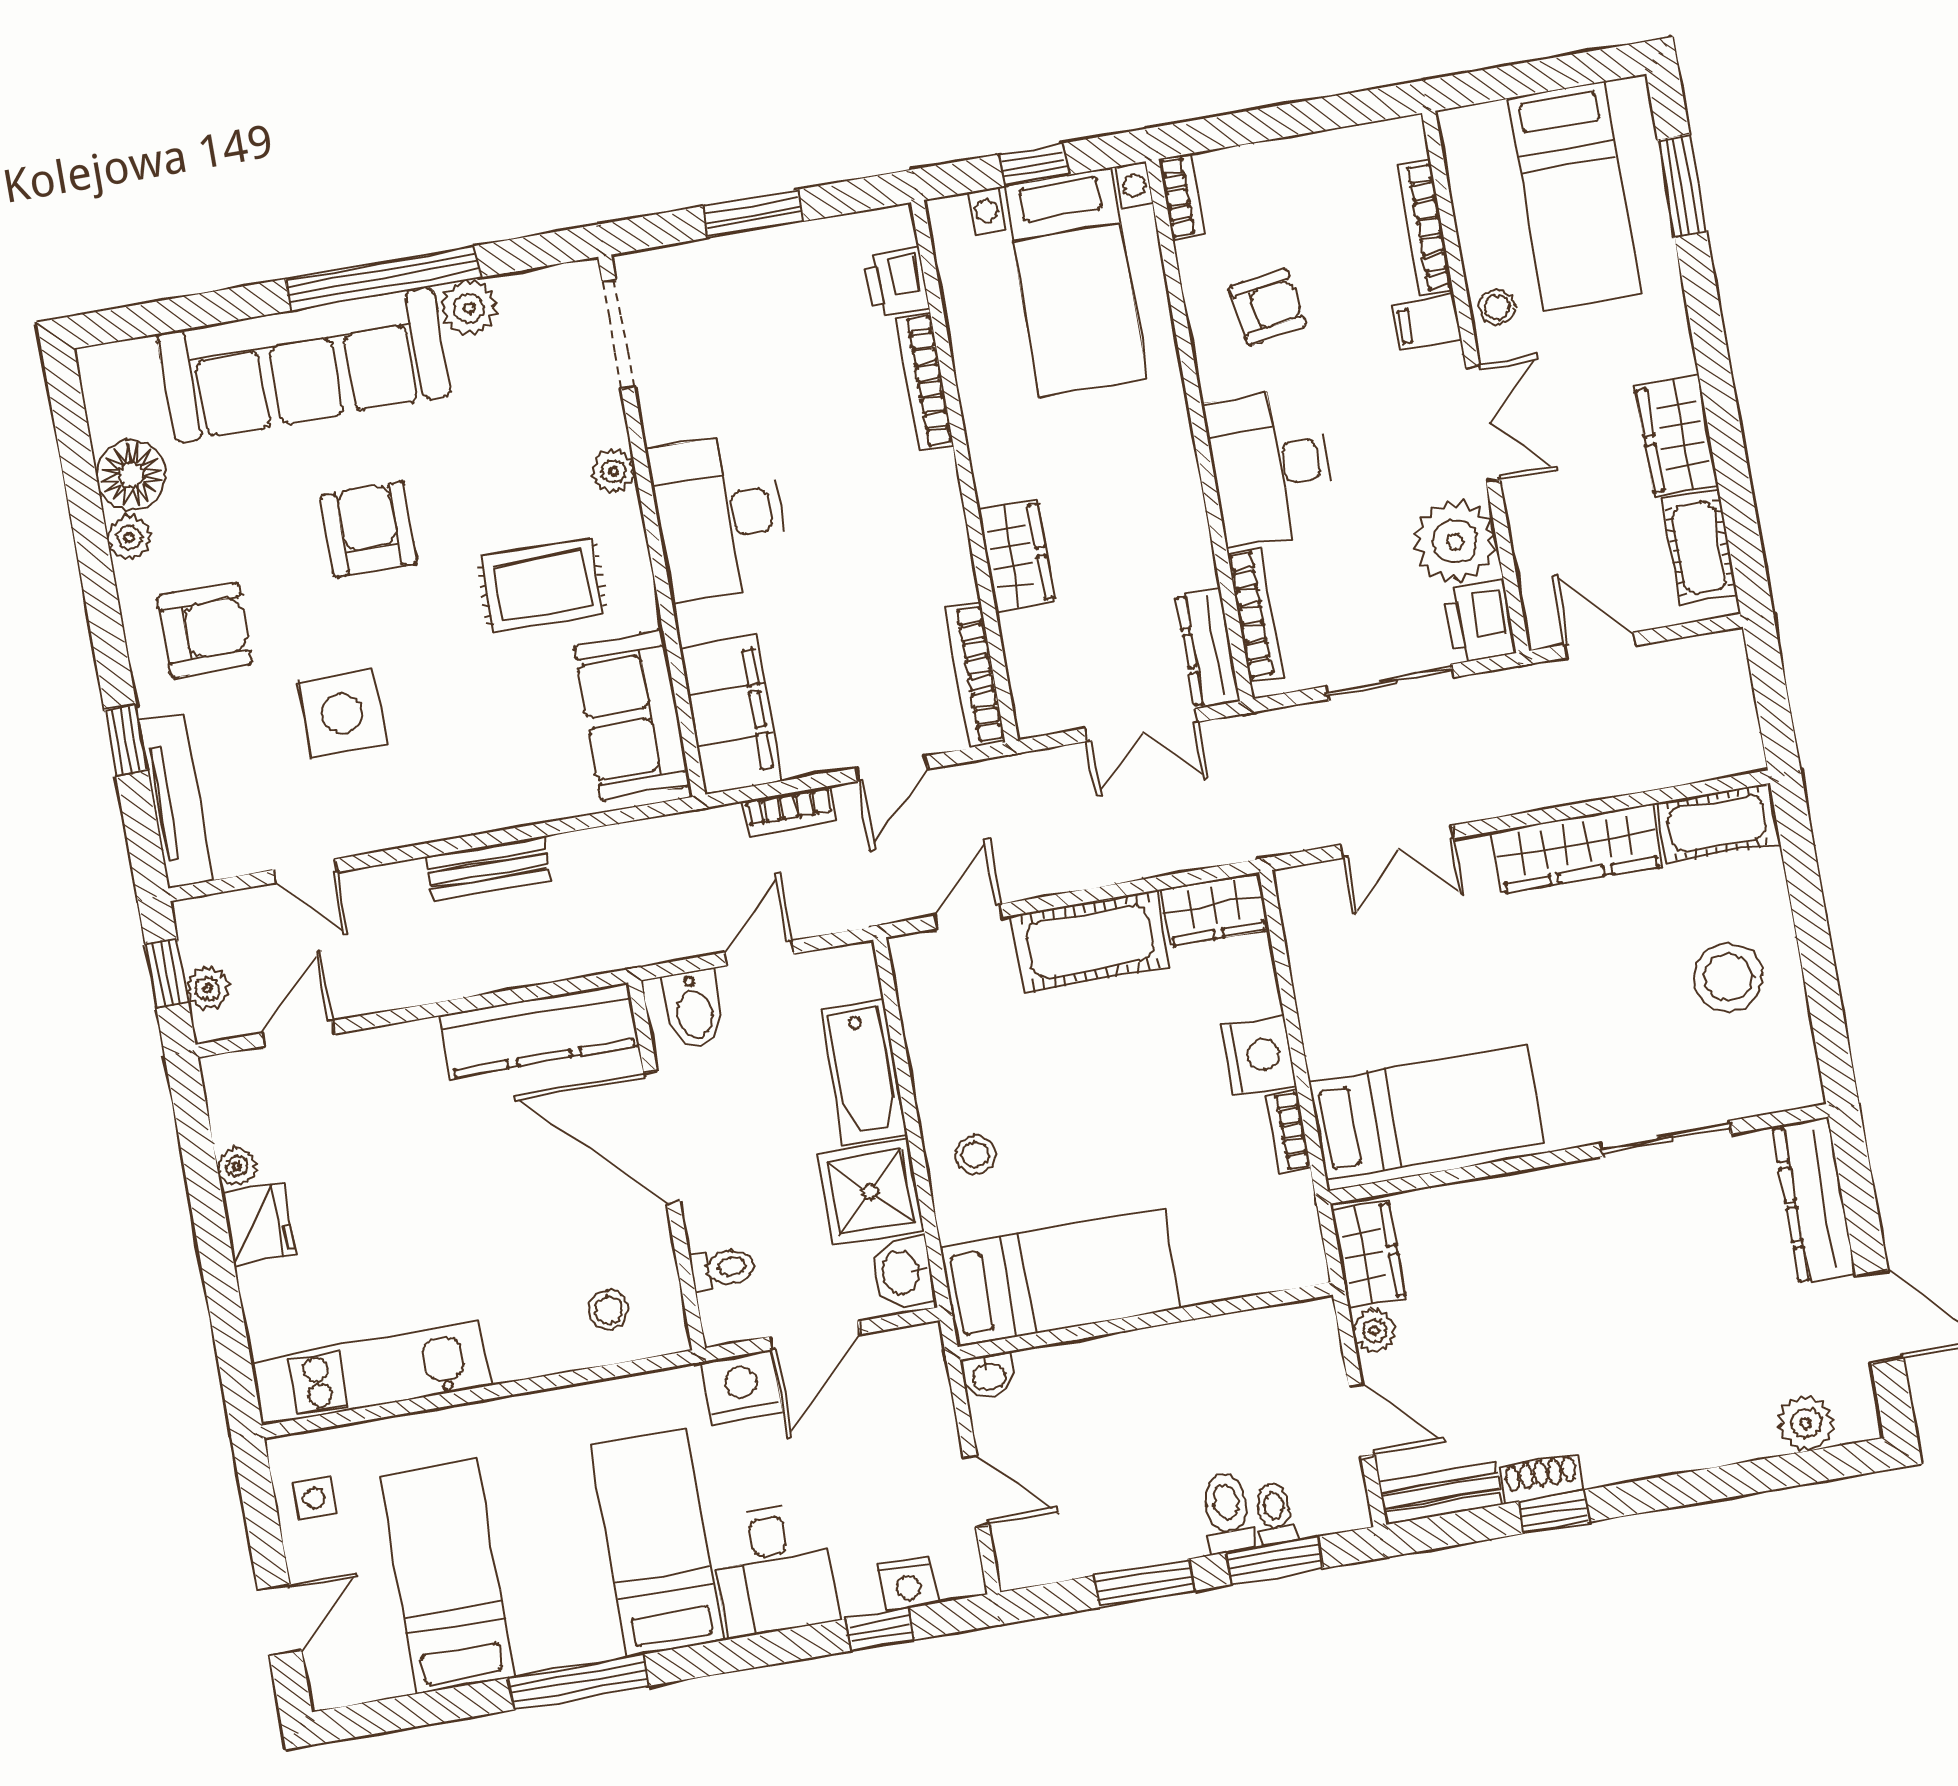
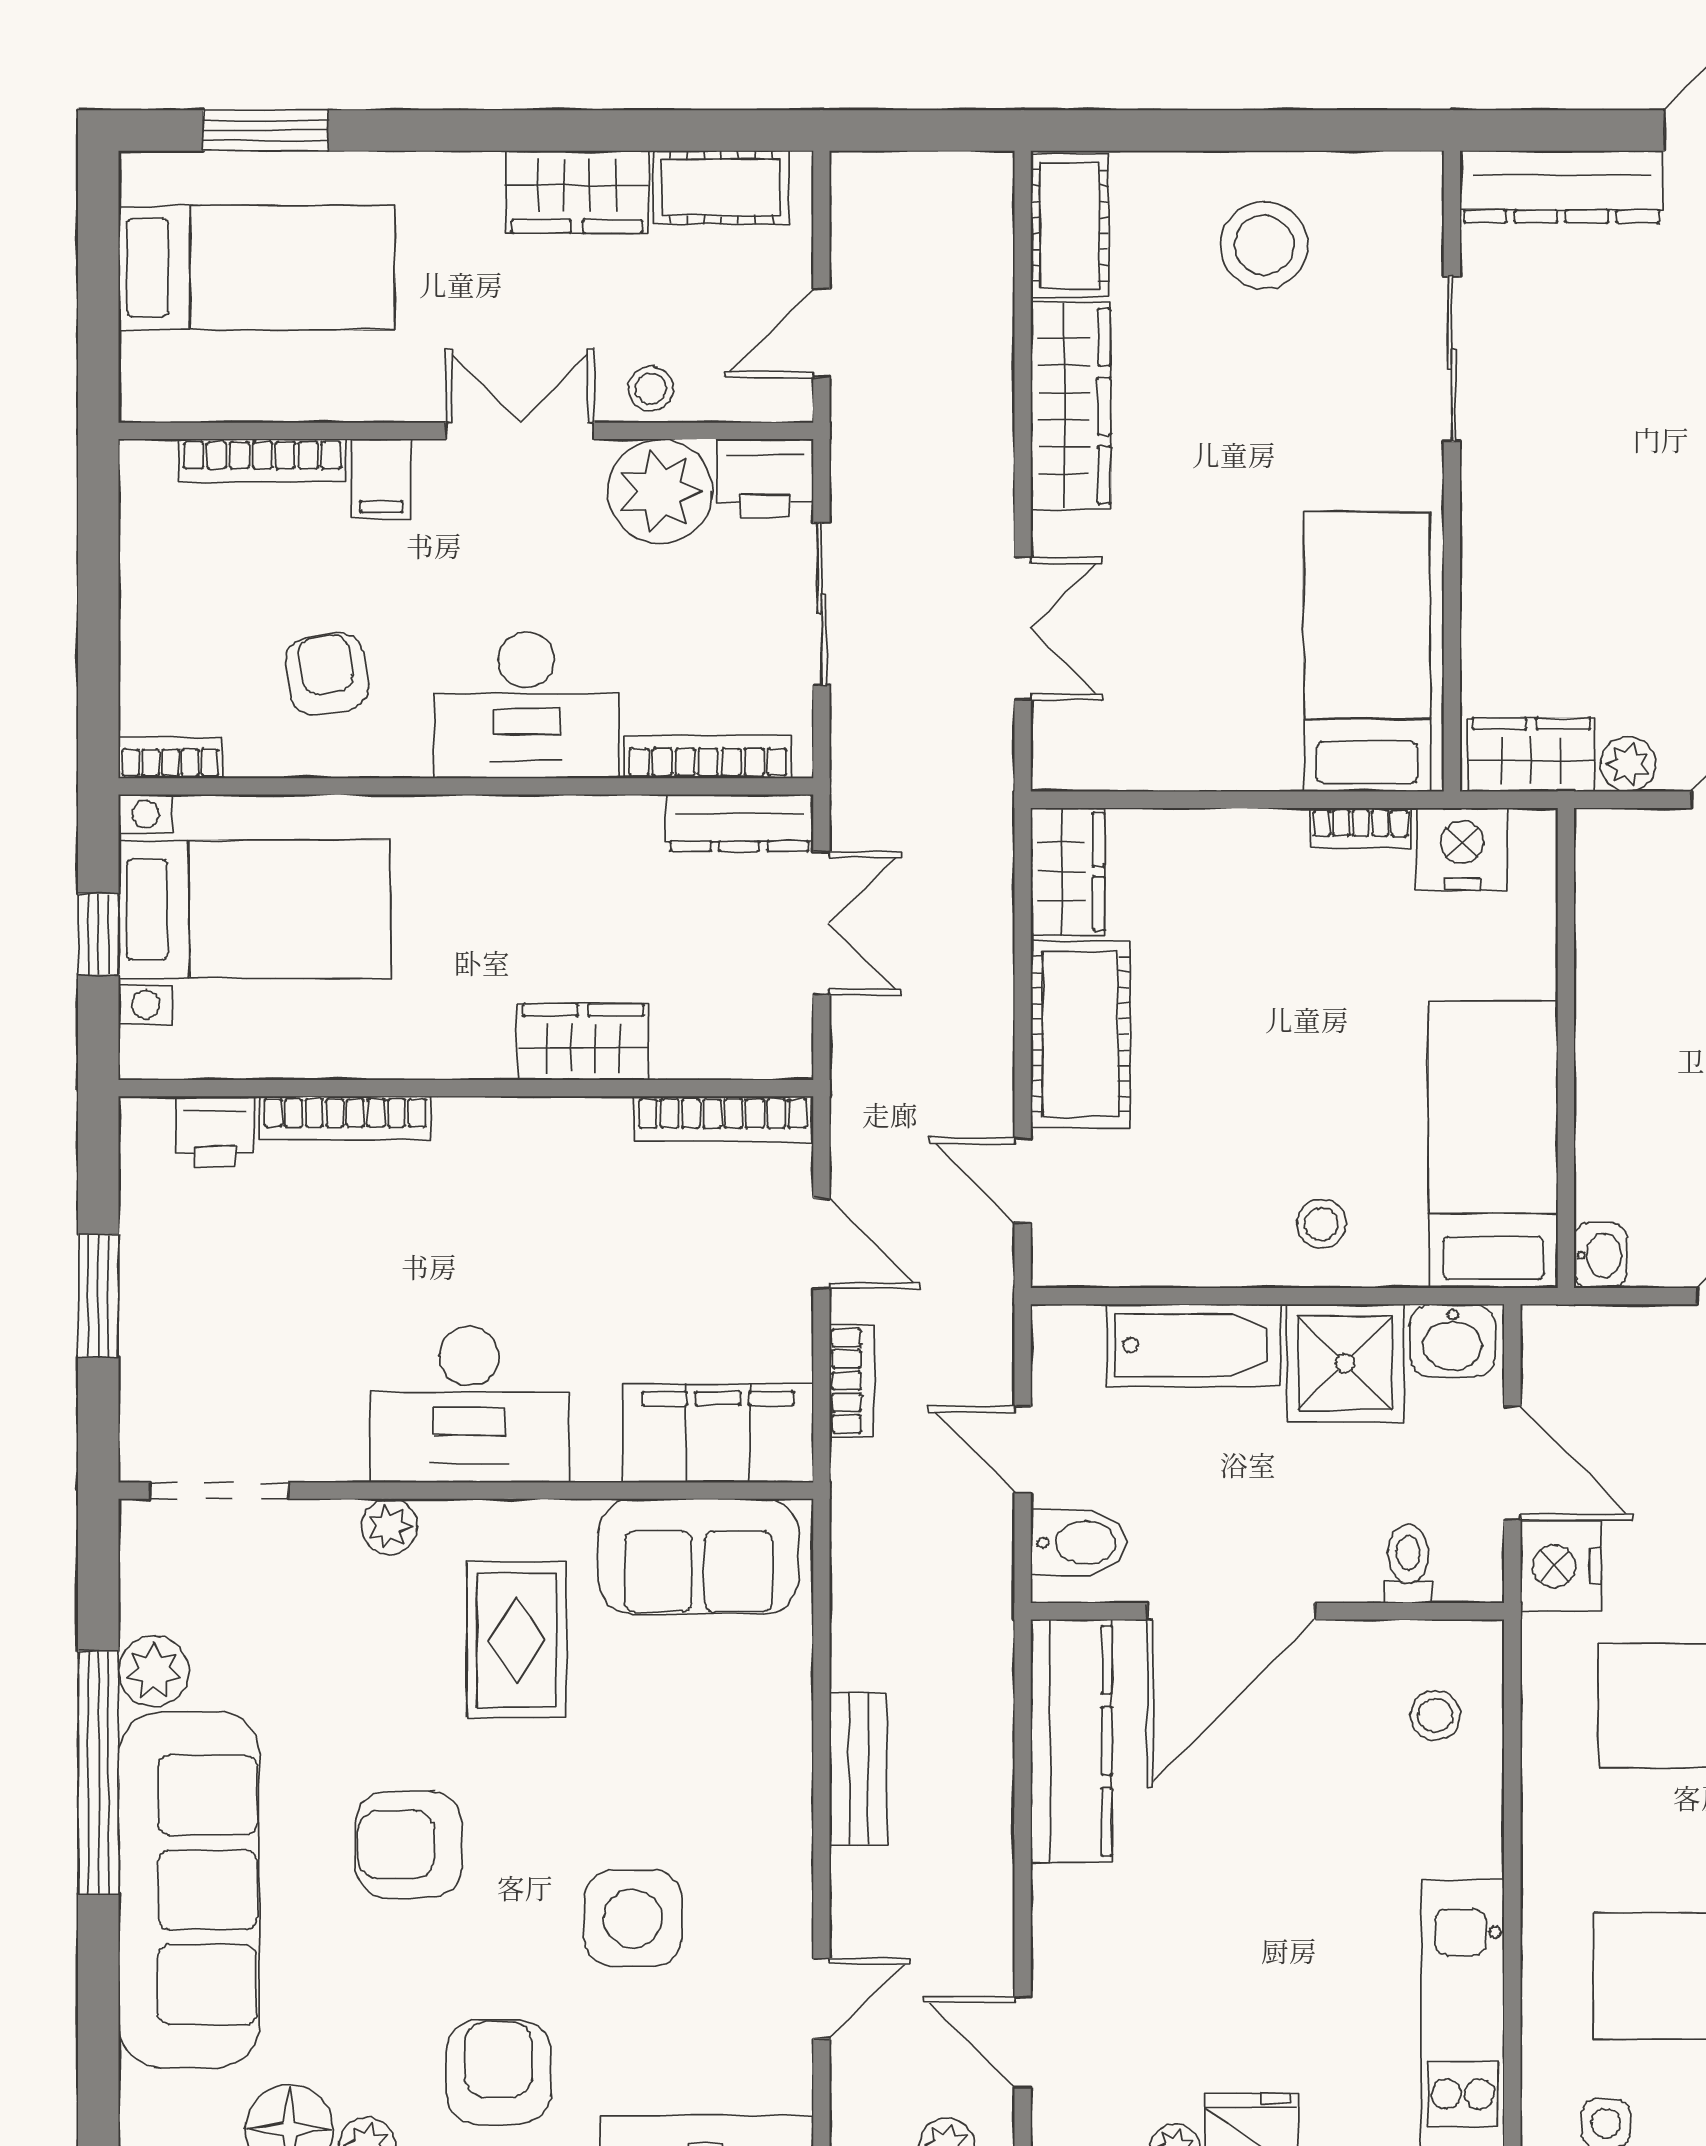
stool: (1497, 307) -> (651, 389), moved
nightstand: (1258, 1056) -> (1462, 849), moved

